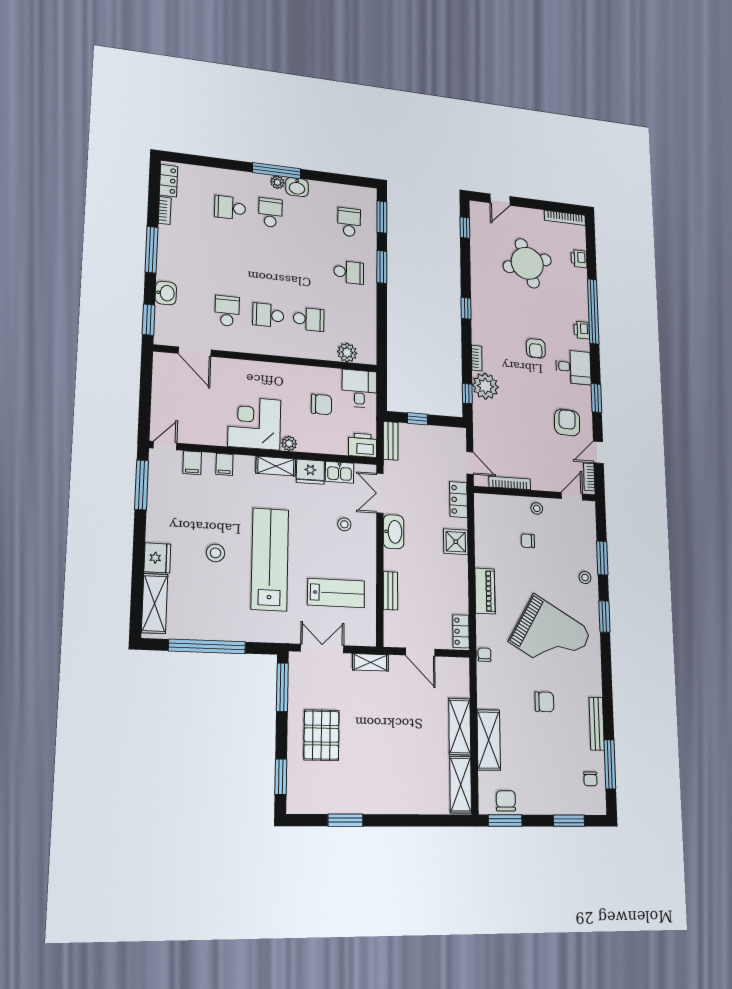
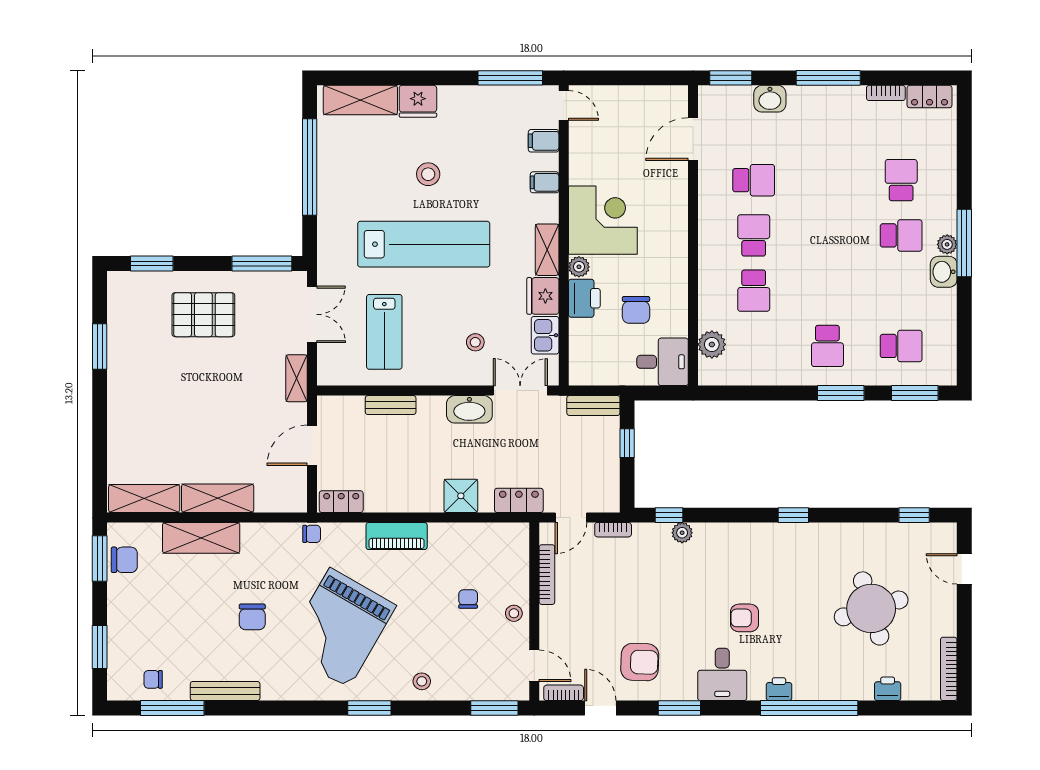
bookcase: (477, 358) -> (613, 530), moved
plant: (485, 386) -> (682, 533), width x0.53, depth x0.53
printer: (363, 445) -> (584, 298), moved
window: (602, 558) -> (494, 708), moved

